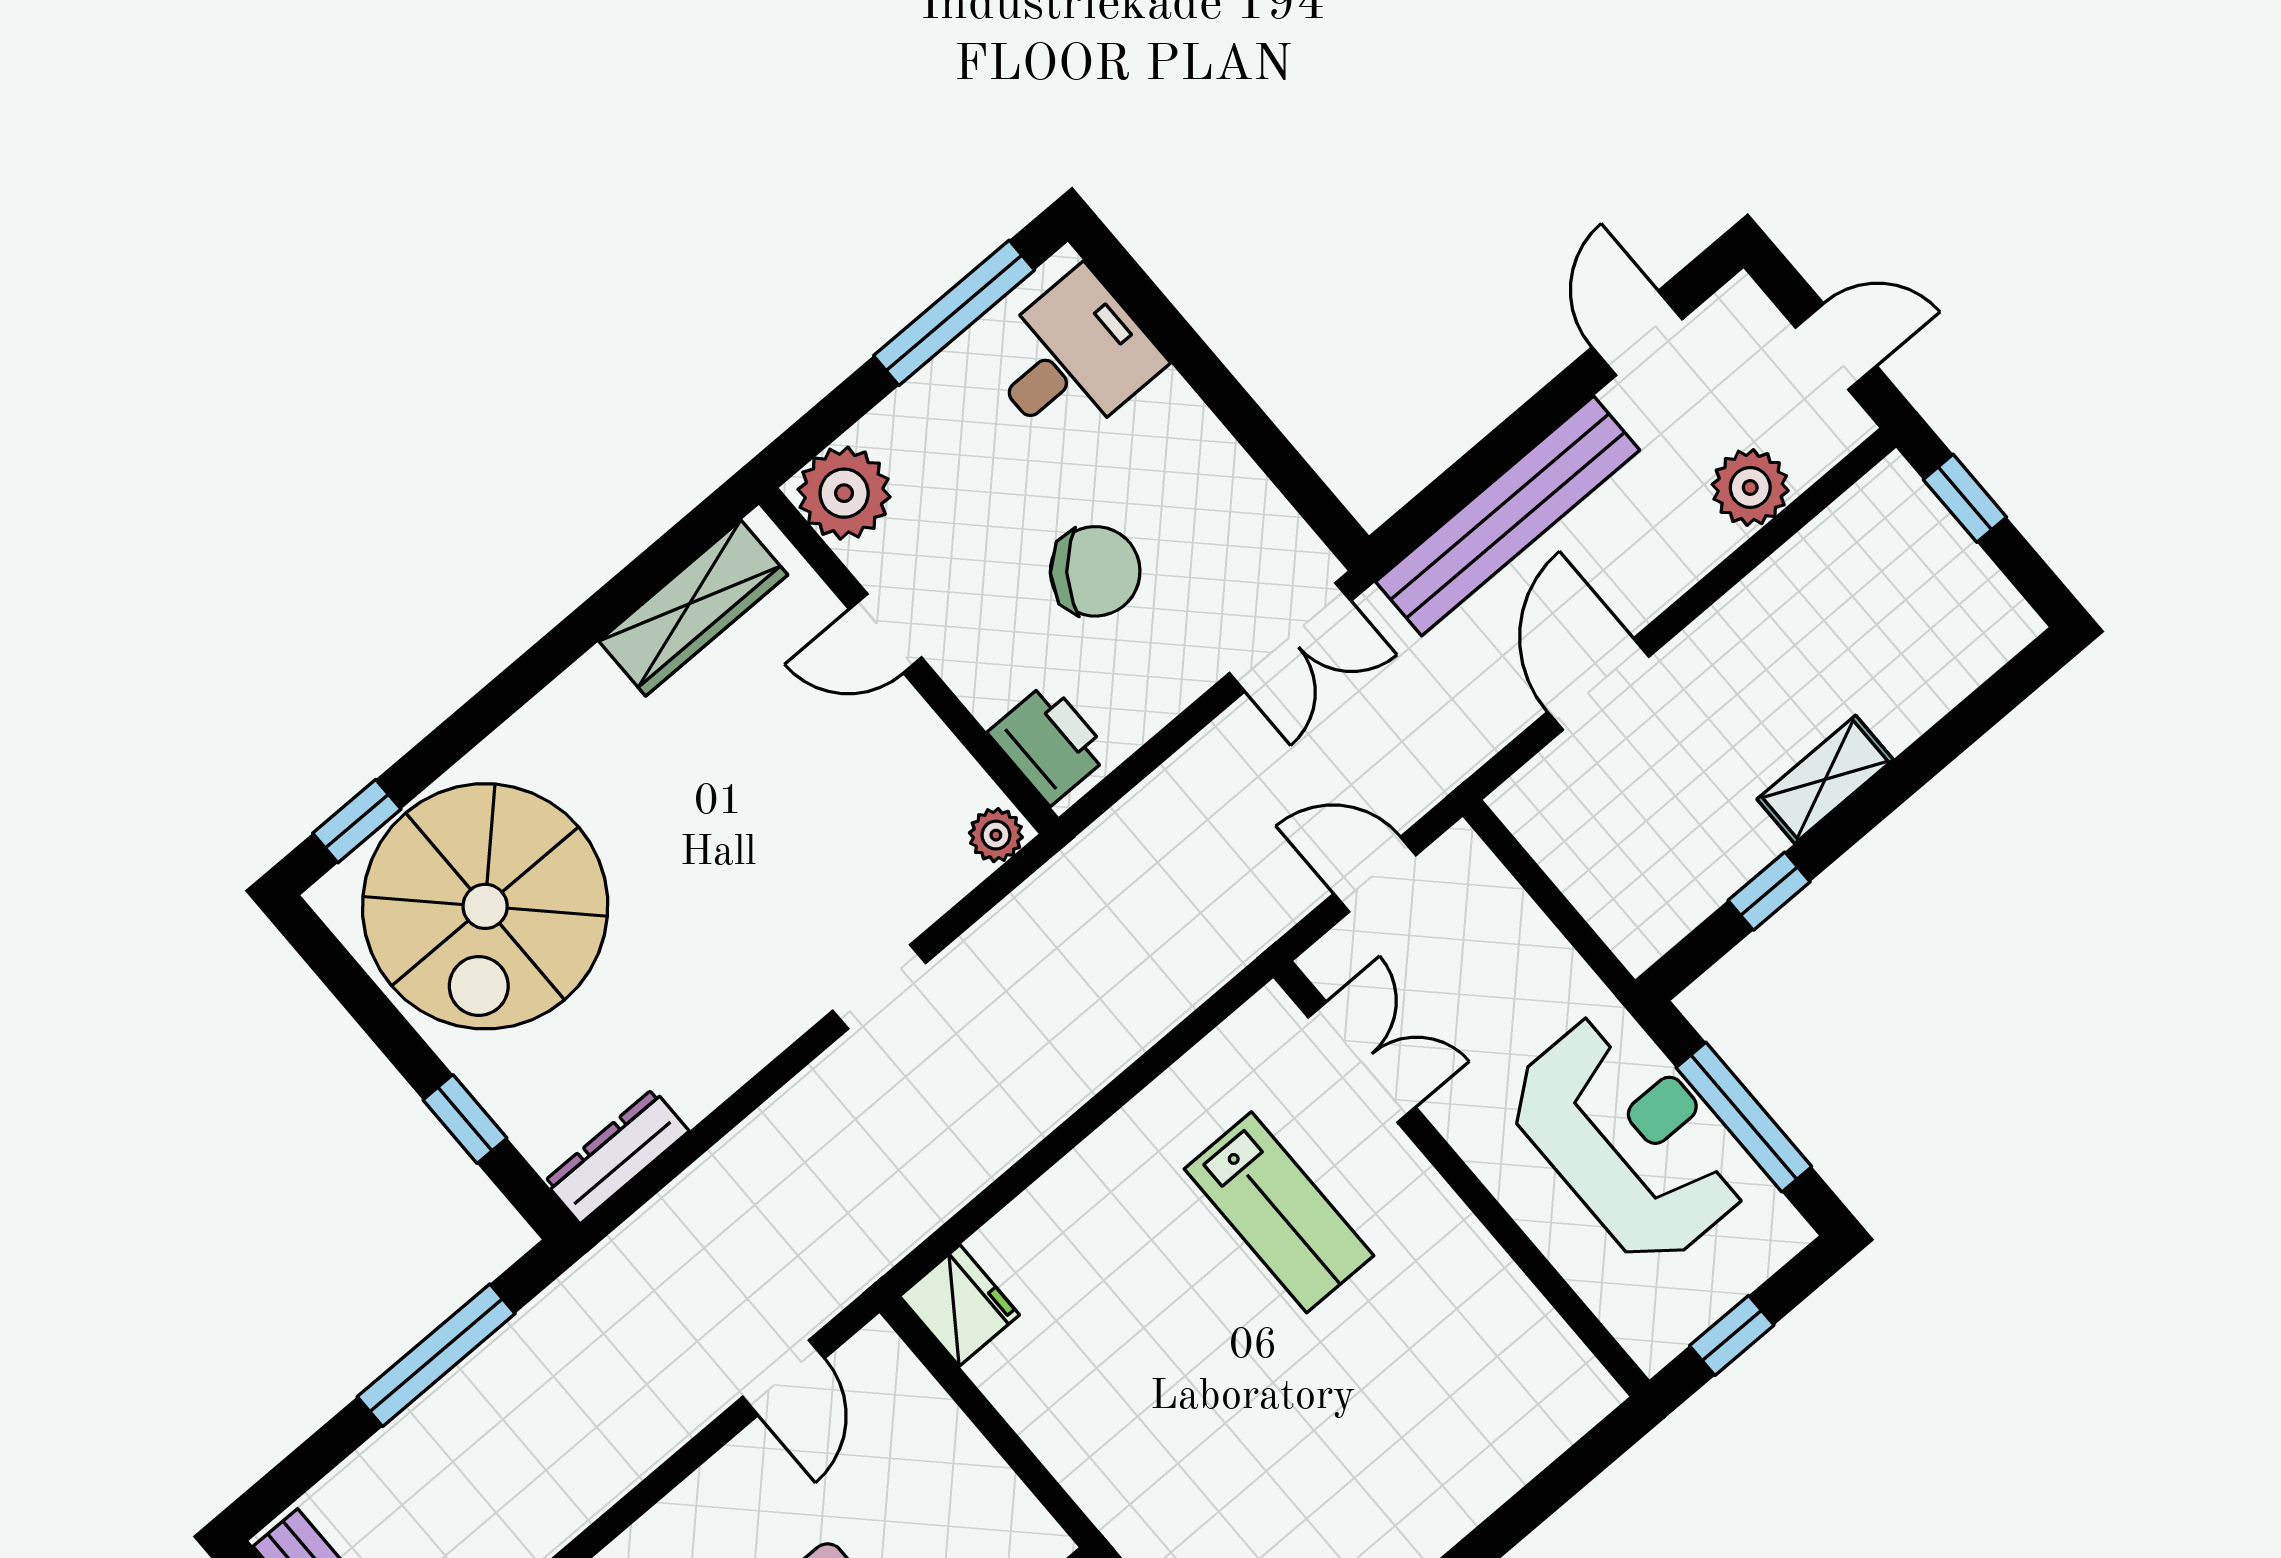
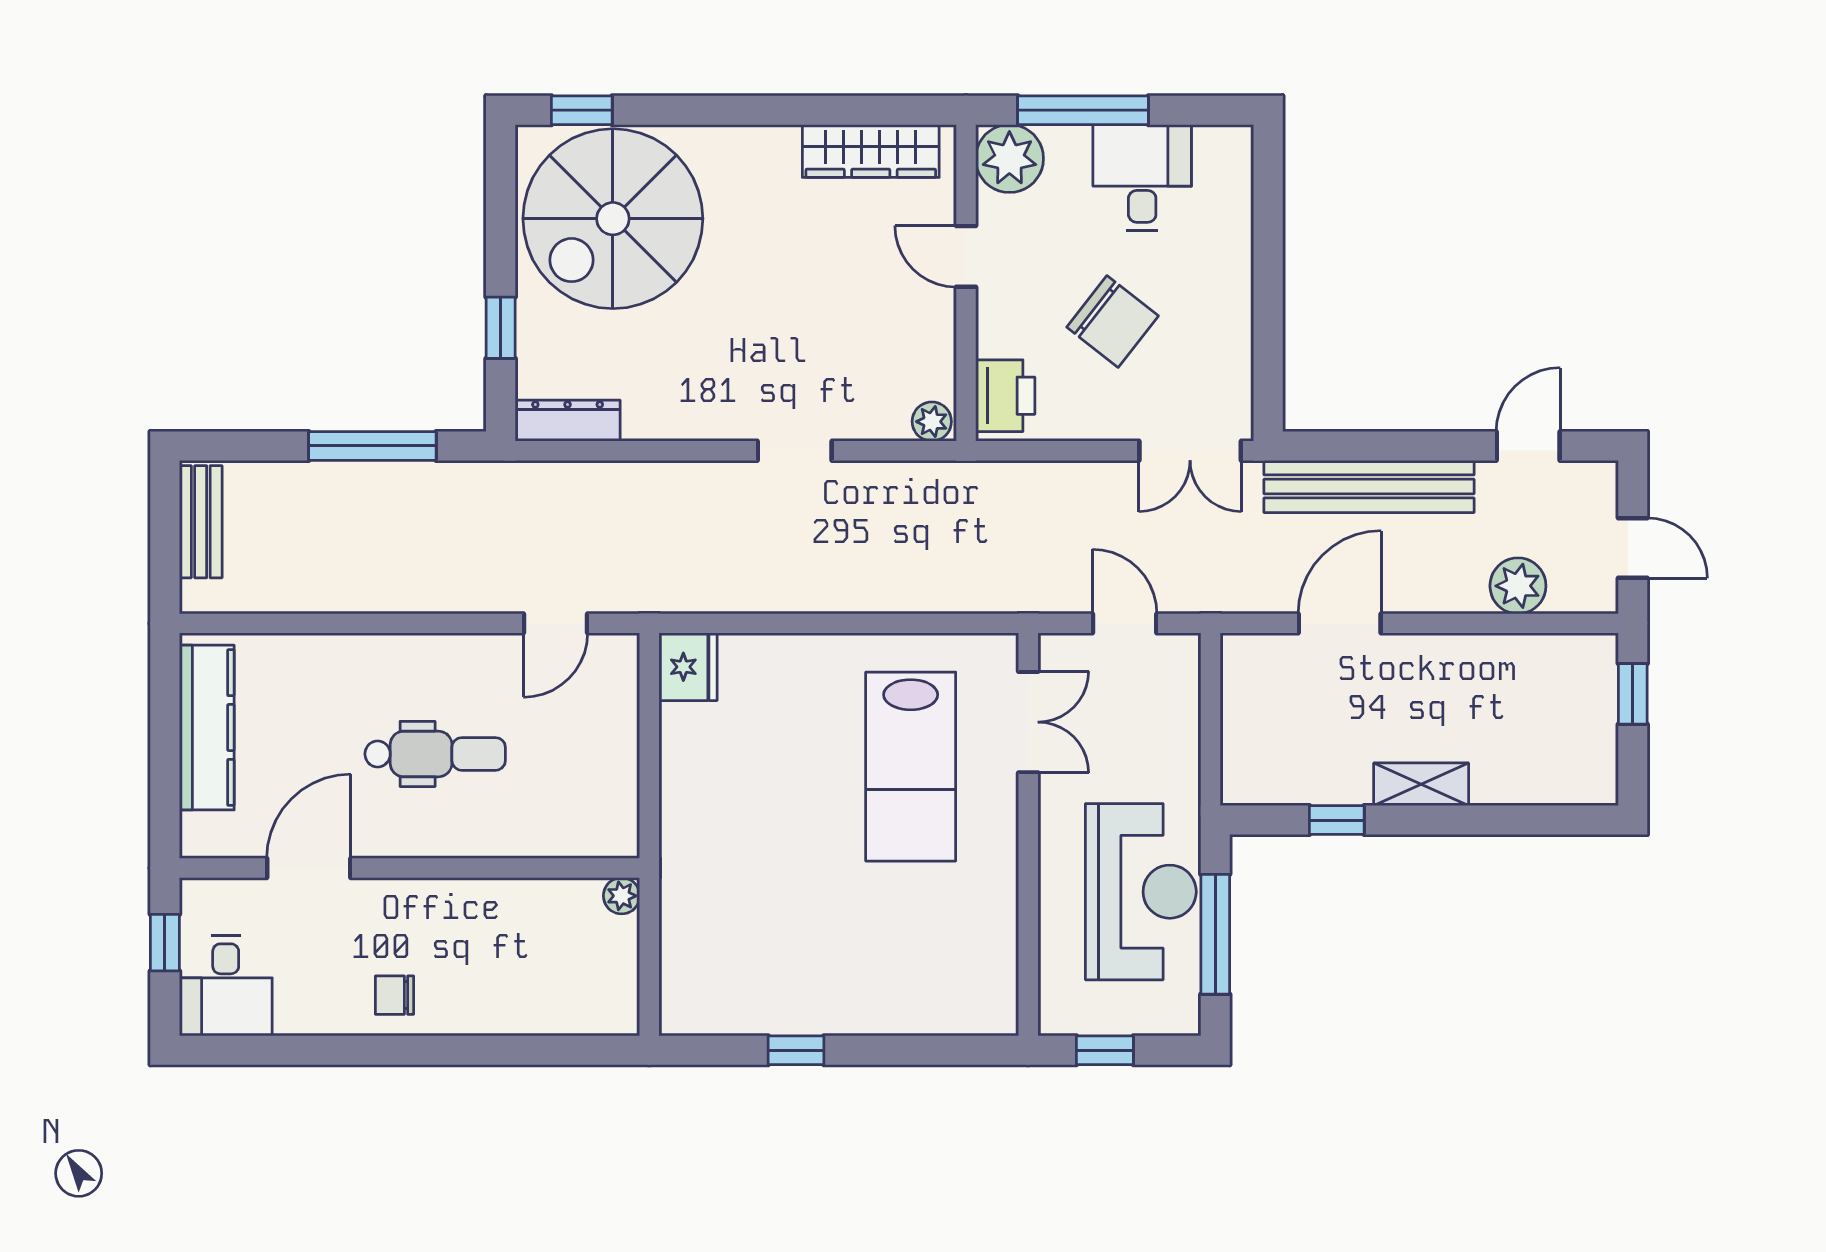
window: (954, 313) -> (1083, 110), moved
desk: (1072, 359) -> (1142, 178), moved, turned -90
lab bench: (1279, 1212) -> (911, 767), width x1.36, depth x1.39

